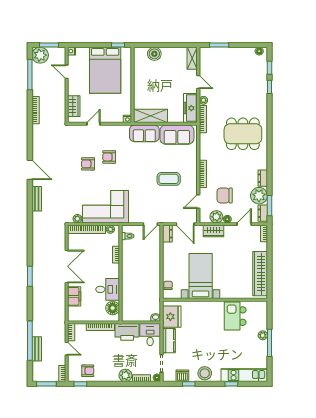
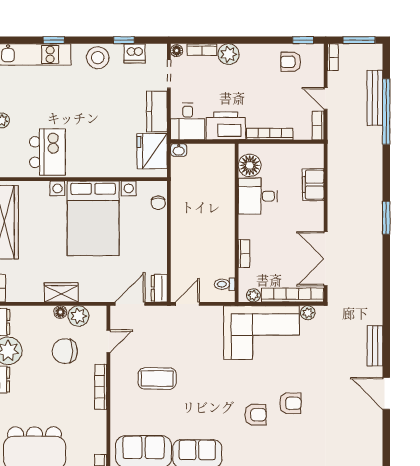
chair: (225, 195) -> (65, 351), turned 180
door: (185, 224) -> (130, 304), hinge flipped
door: (244, 224) -> (33, 304), removed
wardrobe: (213, 231) -> (61, 292), moved
double door: (67, 266) -> (326, 259), moved
bed with nightstands: (201, 276) -> (93, 218), width x1.36
bench: (37, 349) -> (375, 98), width x1.36

